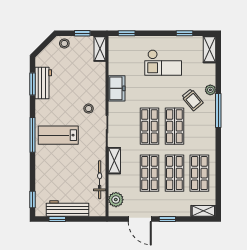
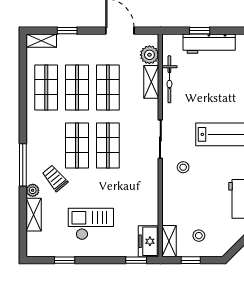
stool: (64, 43) -> (199, 236), moved
shelving: (210, 49) -> (34, 215), moved
freezer: (117, 88) -> (149, 241), moved
shelving: (114, 161) -> (151, 82), moved
window: (57, 219) -> (200, 31), moved
window: (167, 219) -> (67, 31), moved

